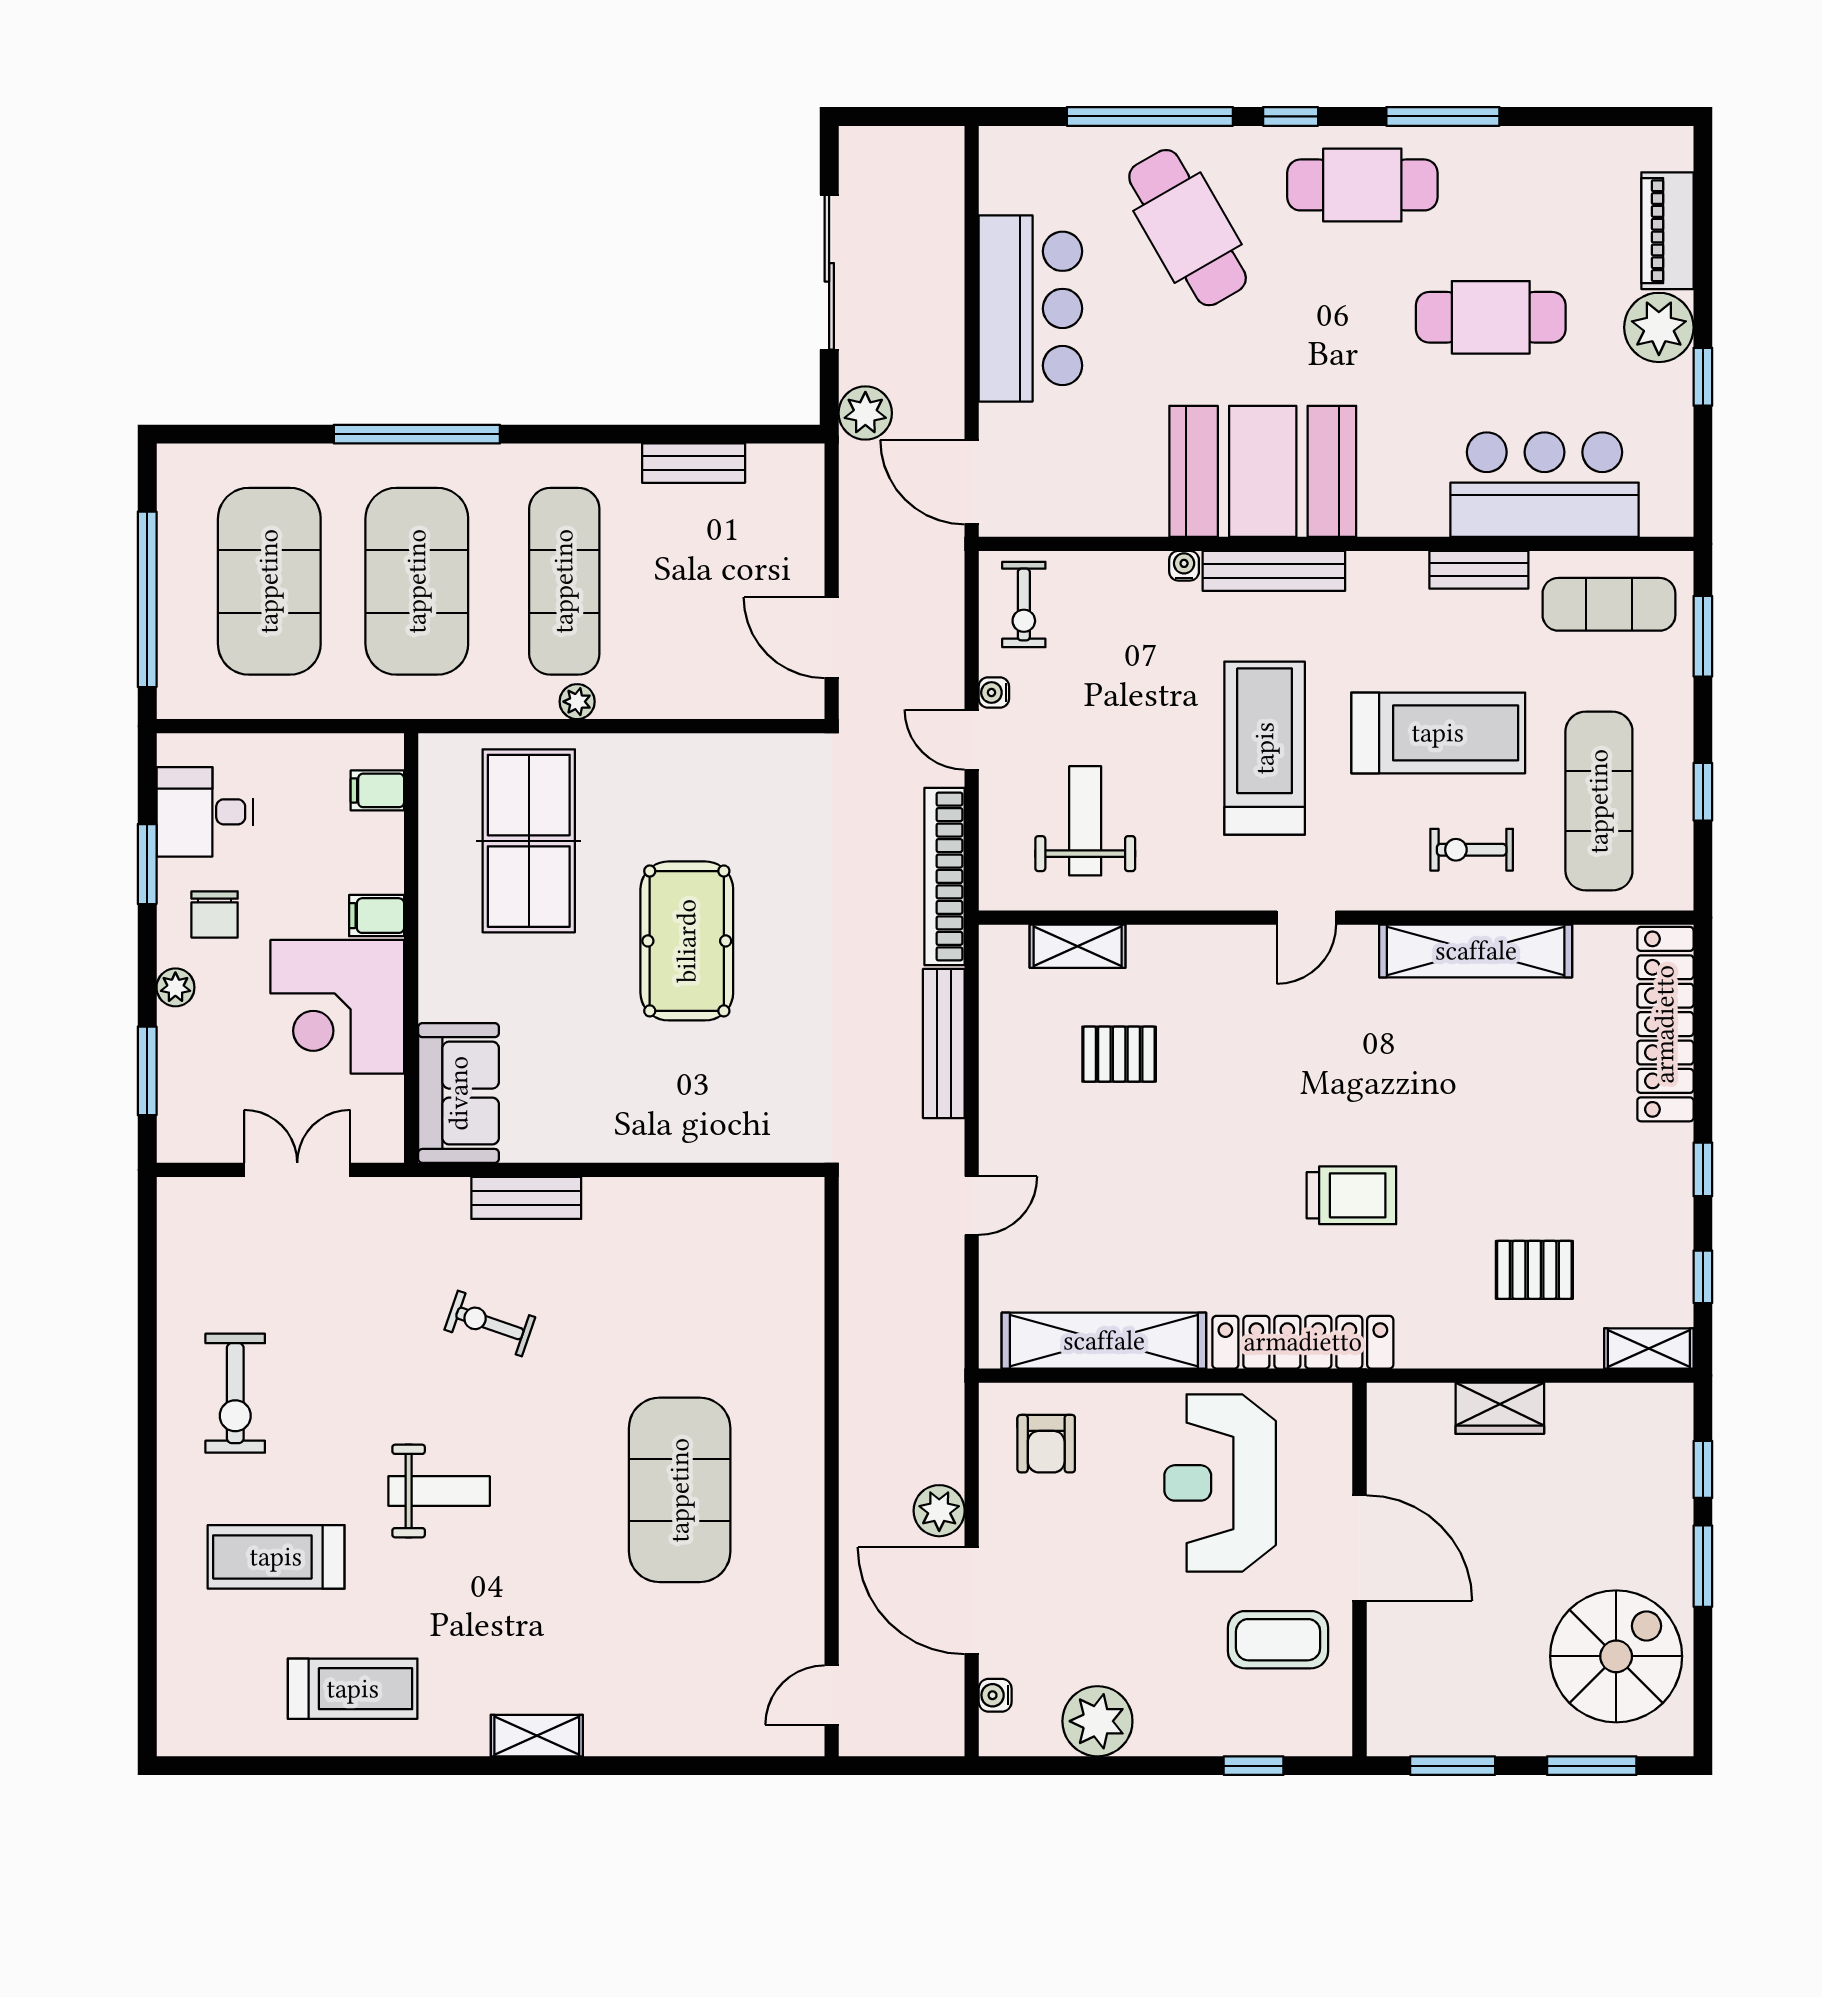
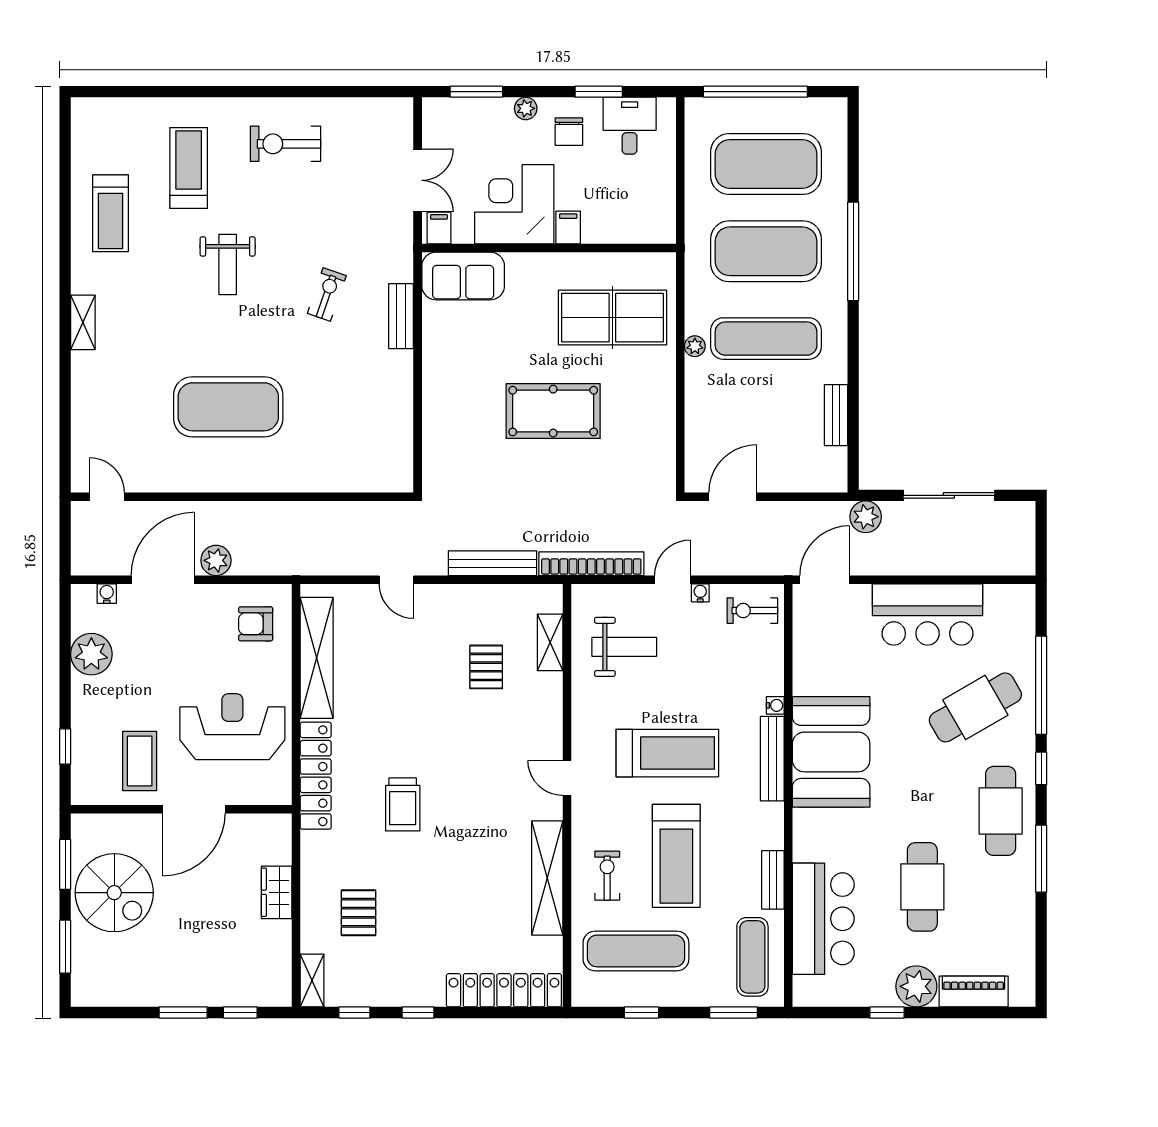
filing cabinet: (377, 790) -> (439, 228), moved
chair: (215, 914) -> (569, 132), turned -90
spiral stairs: (1616, 1656) -> (114, 893), moved

